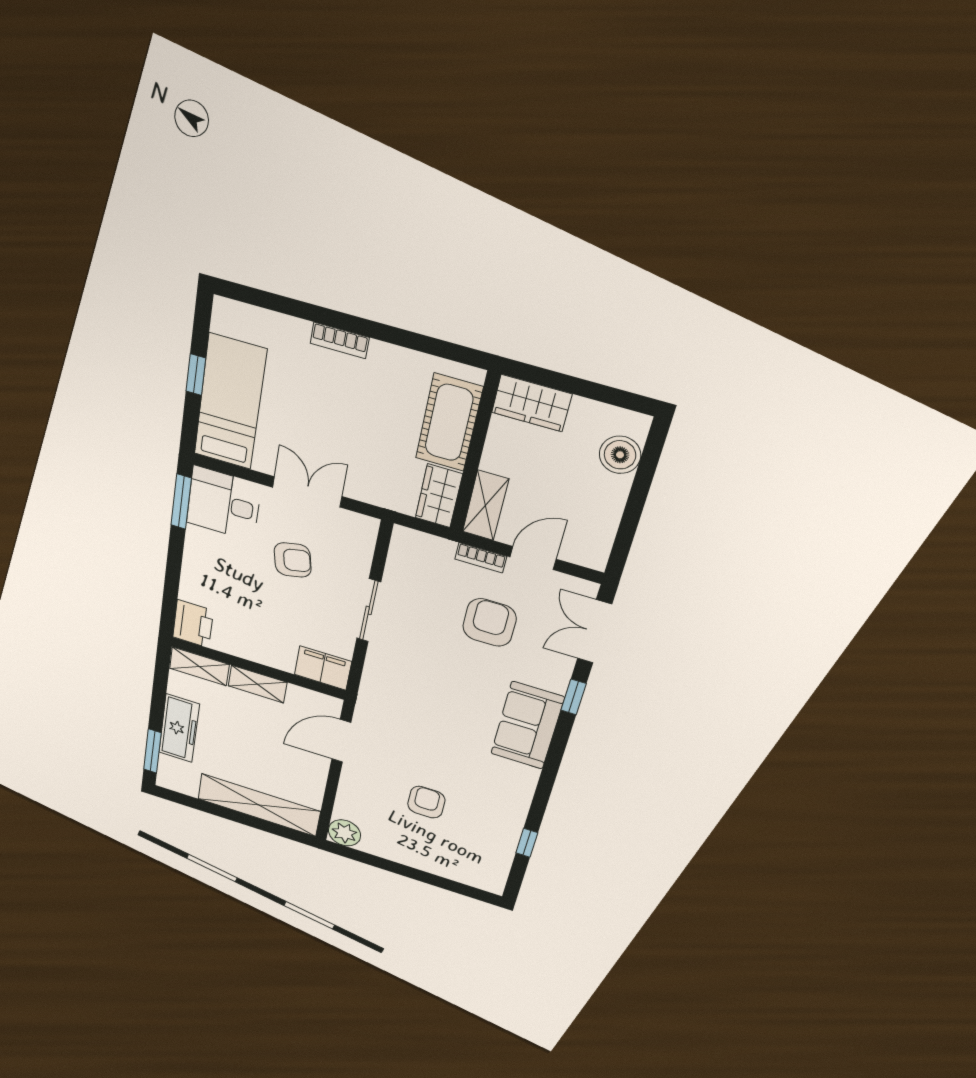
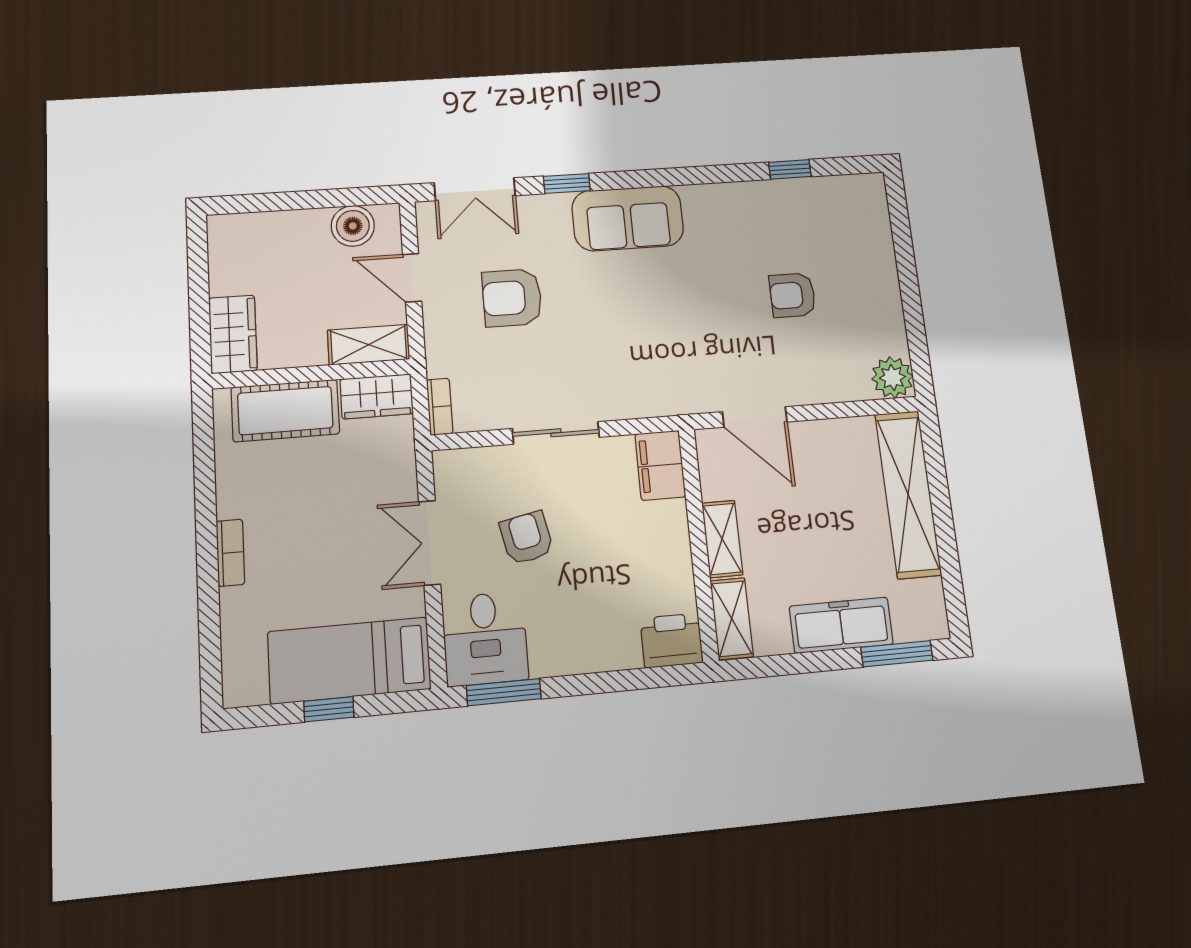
boiler: (620, 455) -> (353, 226), moved
bookcase: (481, 558) -> (440, 407), moved

